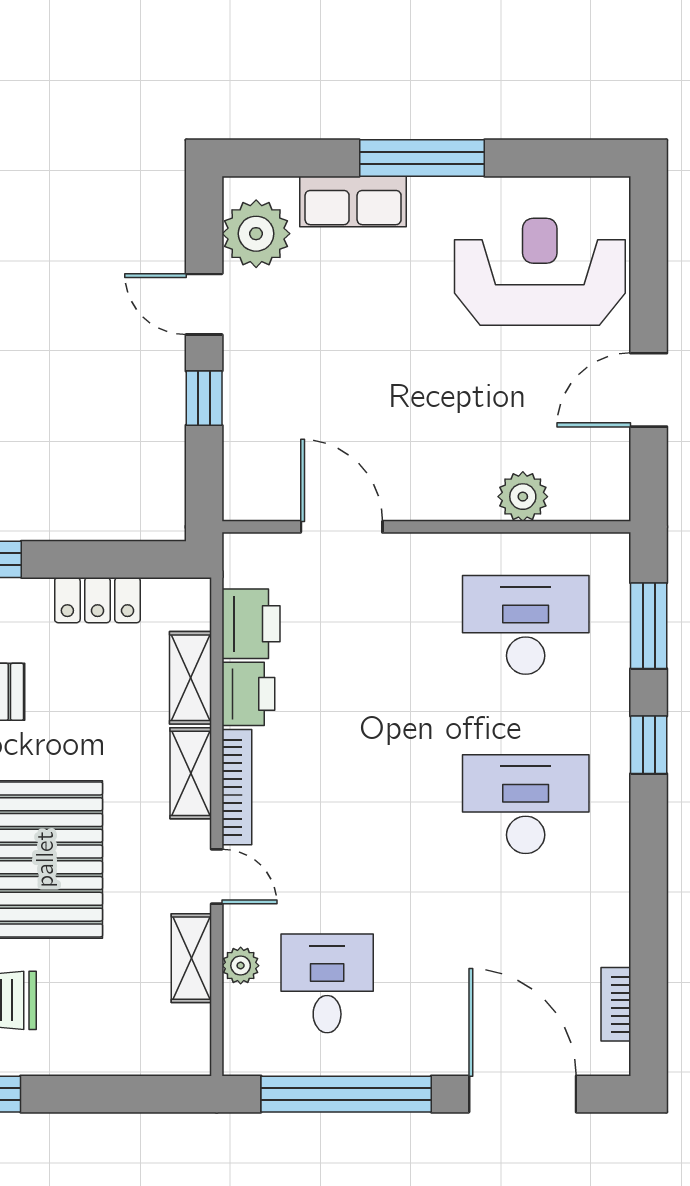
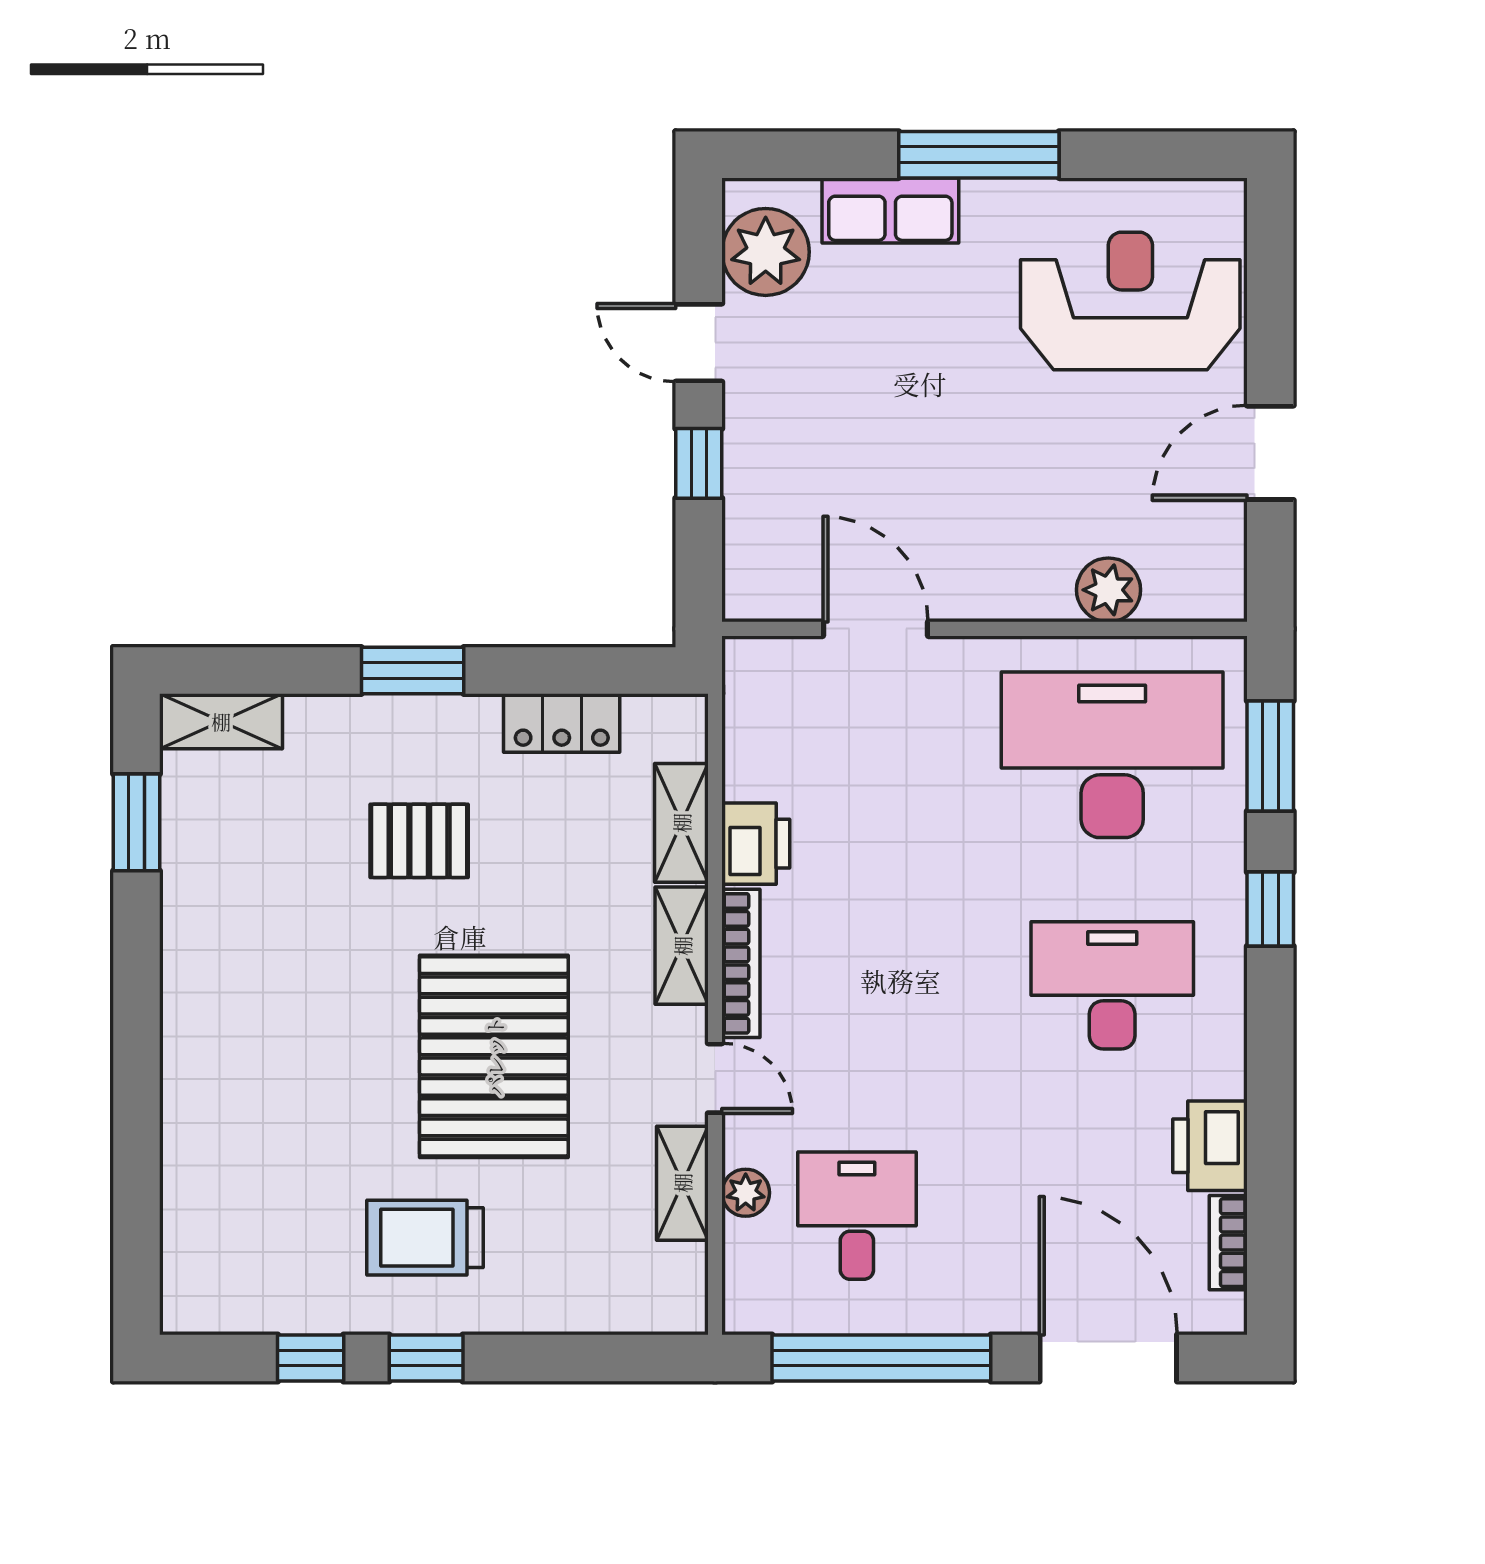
printer: (251, 624) -> (1210, 1146), moved, turned 180
desk: (526, 625) -> (1112, 755), width x1.36, depth x1.30

